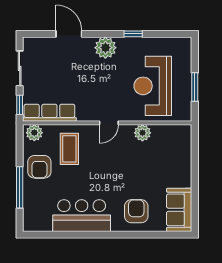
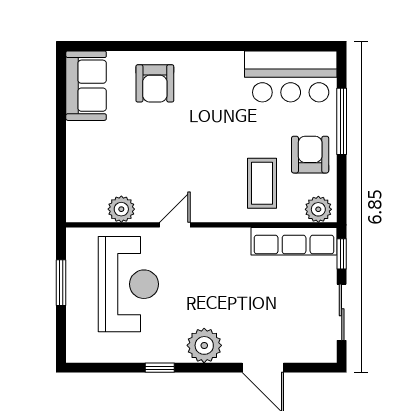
door: (109, 123) -> (175, 225), moved
plant: (142, 133) -> (121, 209), moved
bar counter: (82, 216) -> (291, 76), moved

